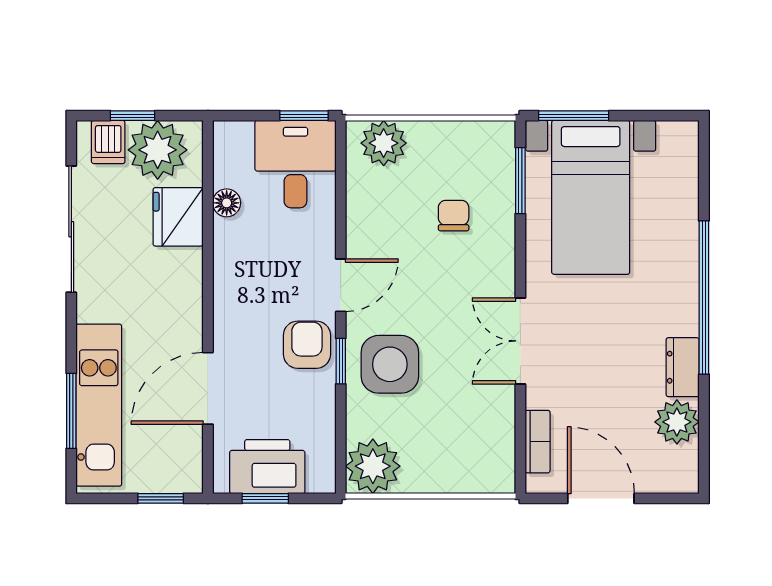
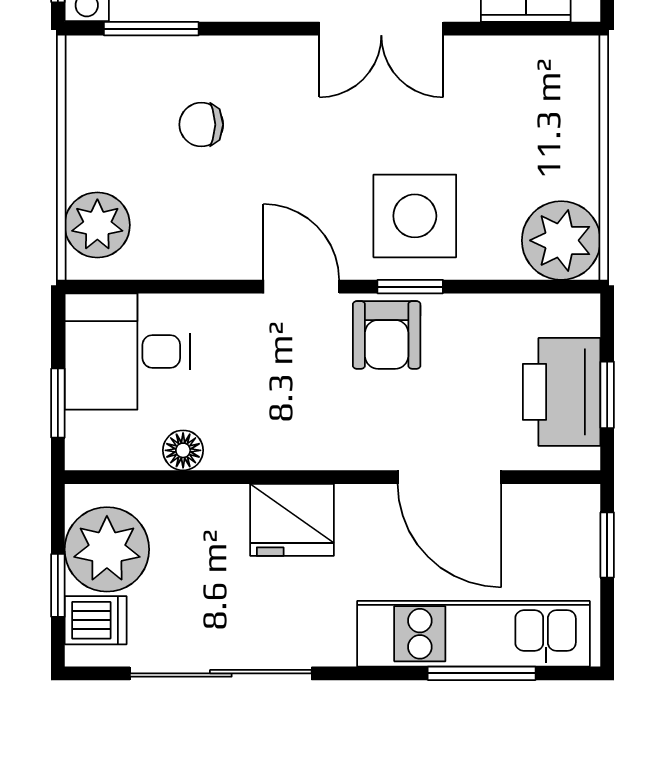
window: (304, 116) -> (58, 403), moved
fridge: (178, 217) -> (292, 520), moved
armchair: (307, 345) -> (387, 335), turned -90

